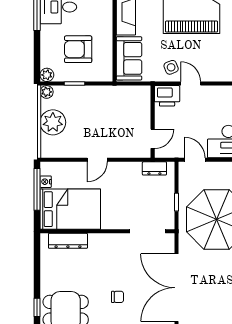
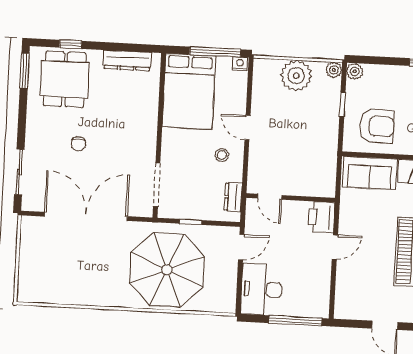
armchair: (78, 49) -> (377, 126), moved, turned 90
side table: (171, 67) -> (356, 224), removed
stool: (121, 180) -> (222, 155), added
nightstand: (46, 182) -> (240, 64), moved
dresser: (68, 241) -> (127, 60), moved, turned -90

